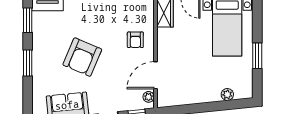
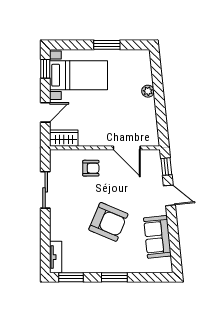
plant: (227, 94) -> (148, 91), moved
plant: (149, 97) -> (149, 155), removed

